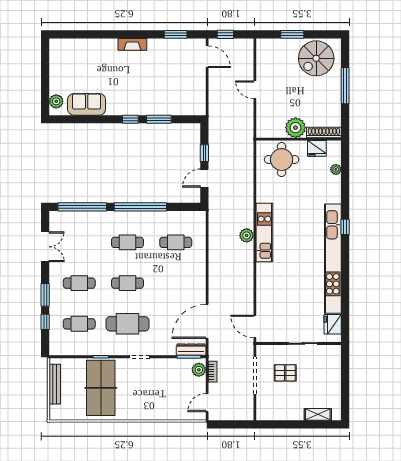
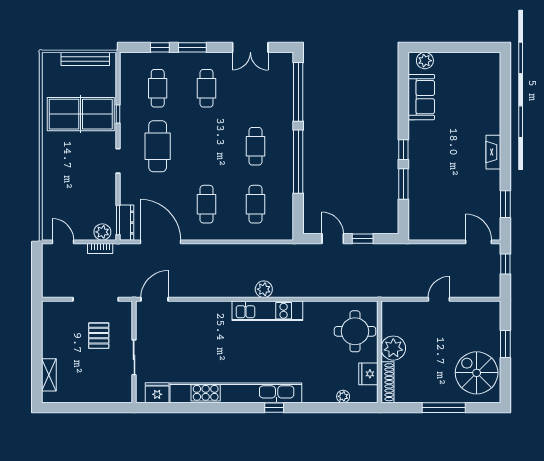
door: (207, 57) -> (479, 242), swing flipped
cafe table: (127, 283) -> (207, 204), moved

